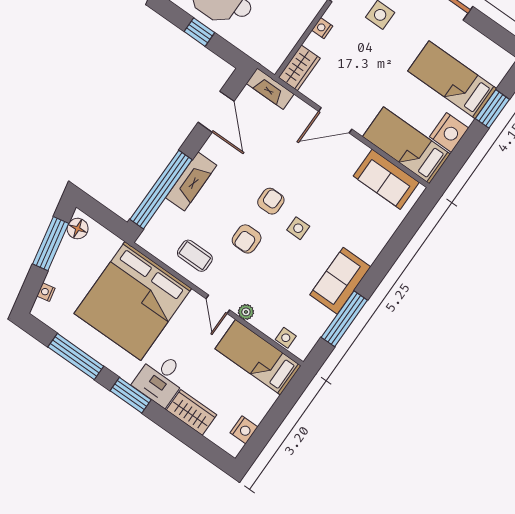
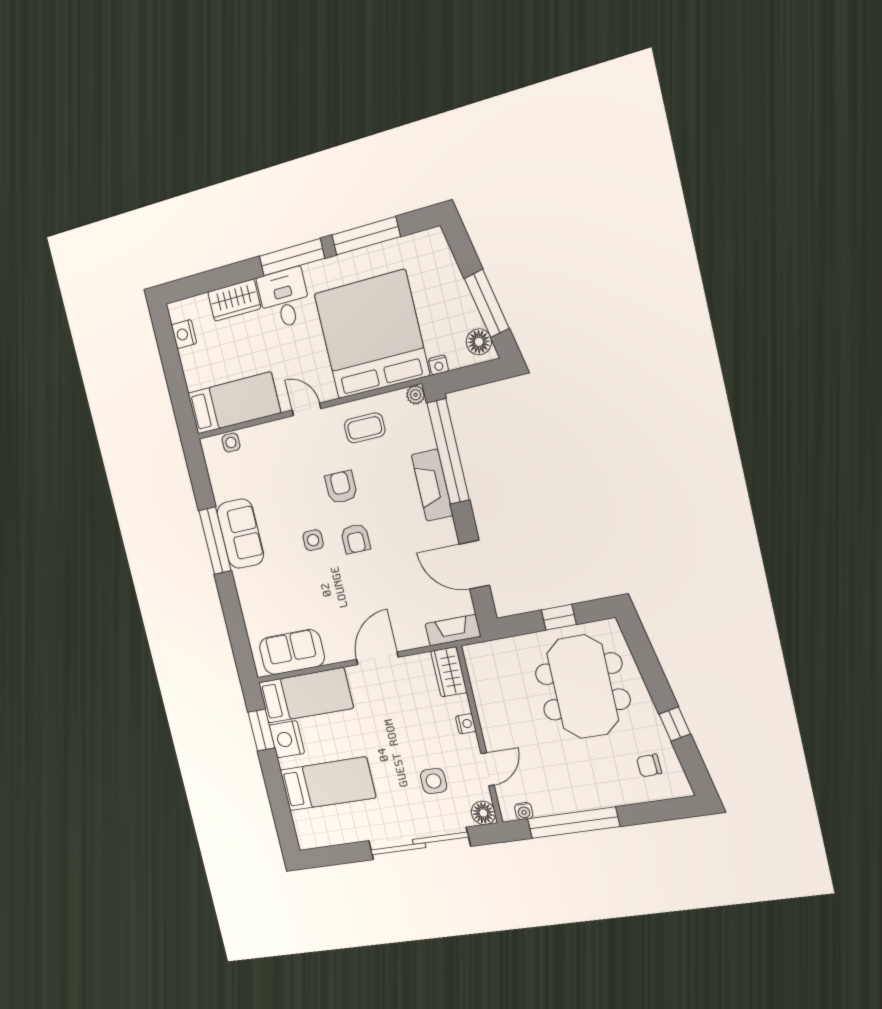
window: (492, 109) -> (261, 730), moved
nightstand: (46, 292) -> (439, 365), moved, turned 102
plant: (246, 312) -> (416, 395), moved
window: (344, 319) -> (215, 541), moved
window: (131, 395) -> (292, 257), width x1.44

